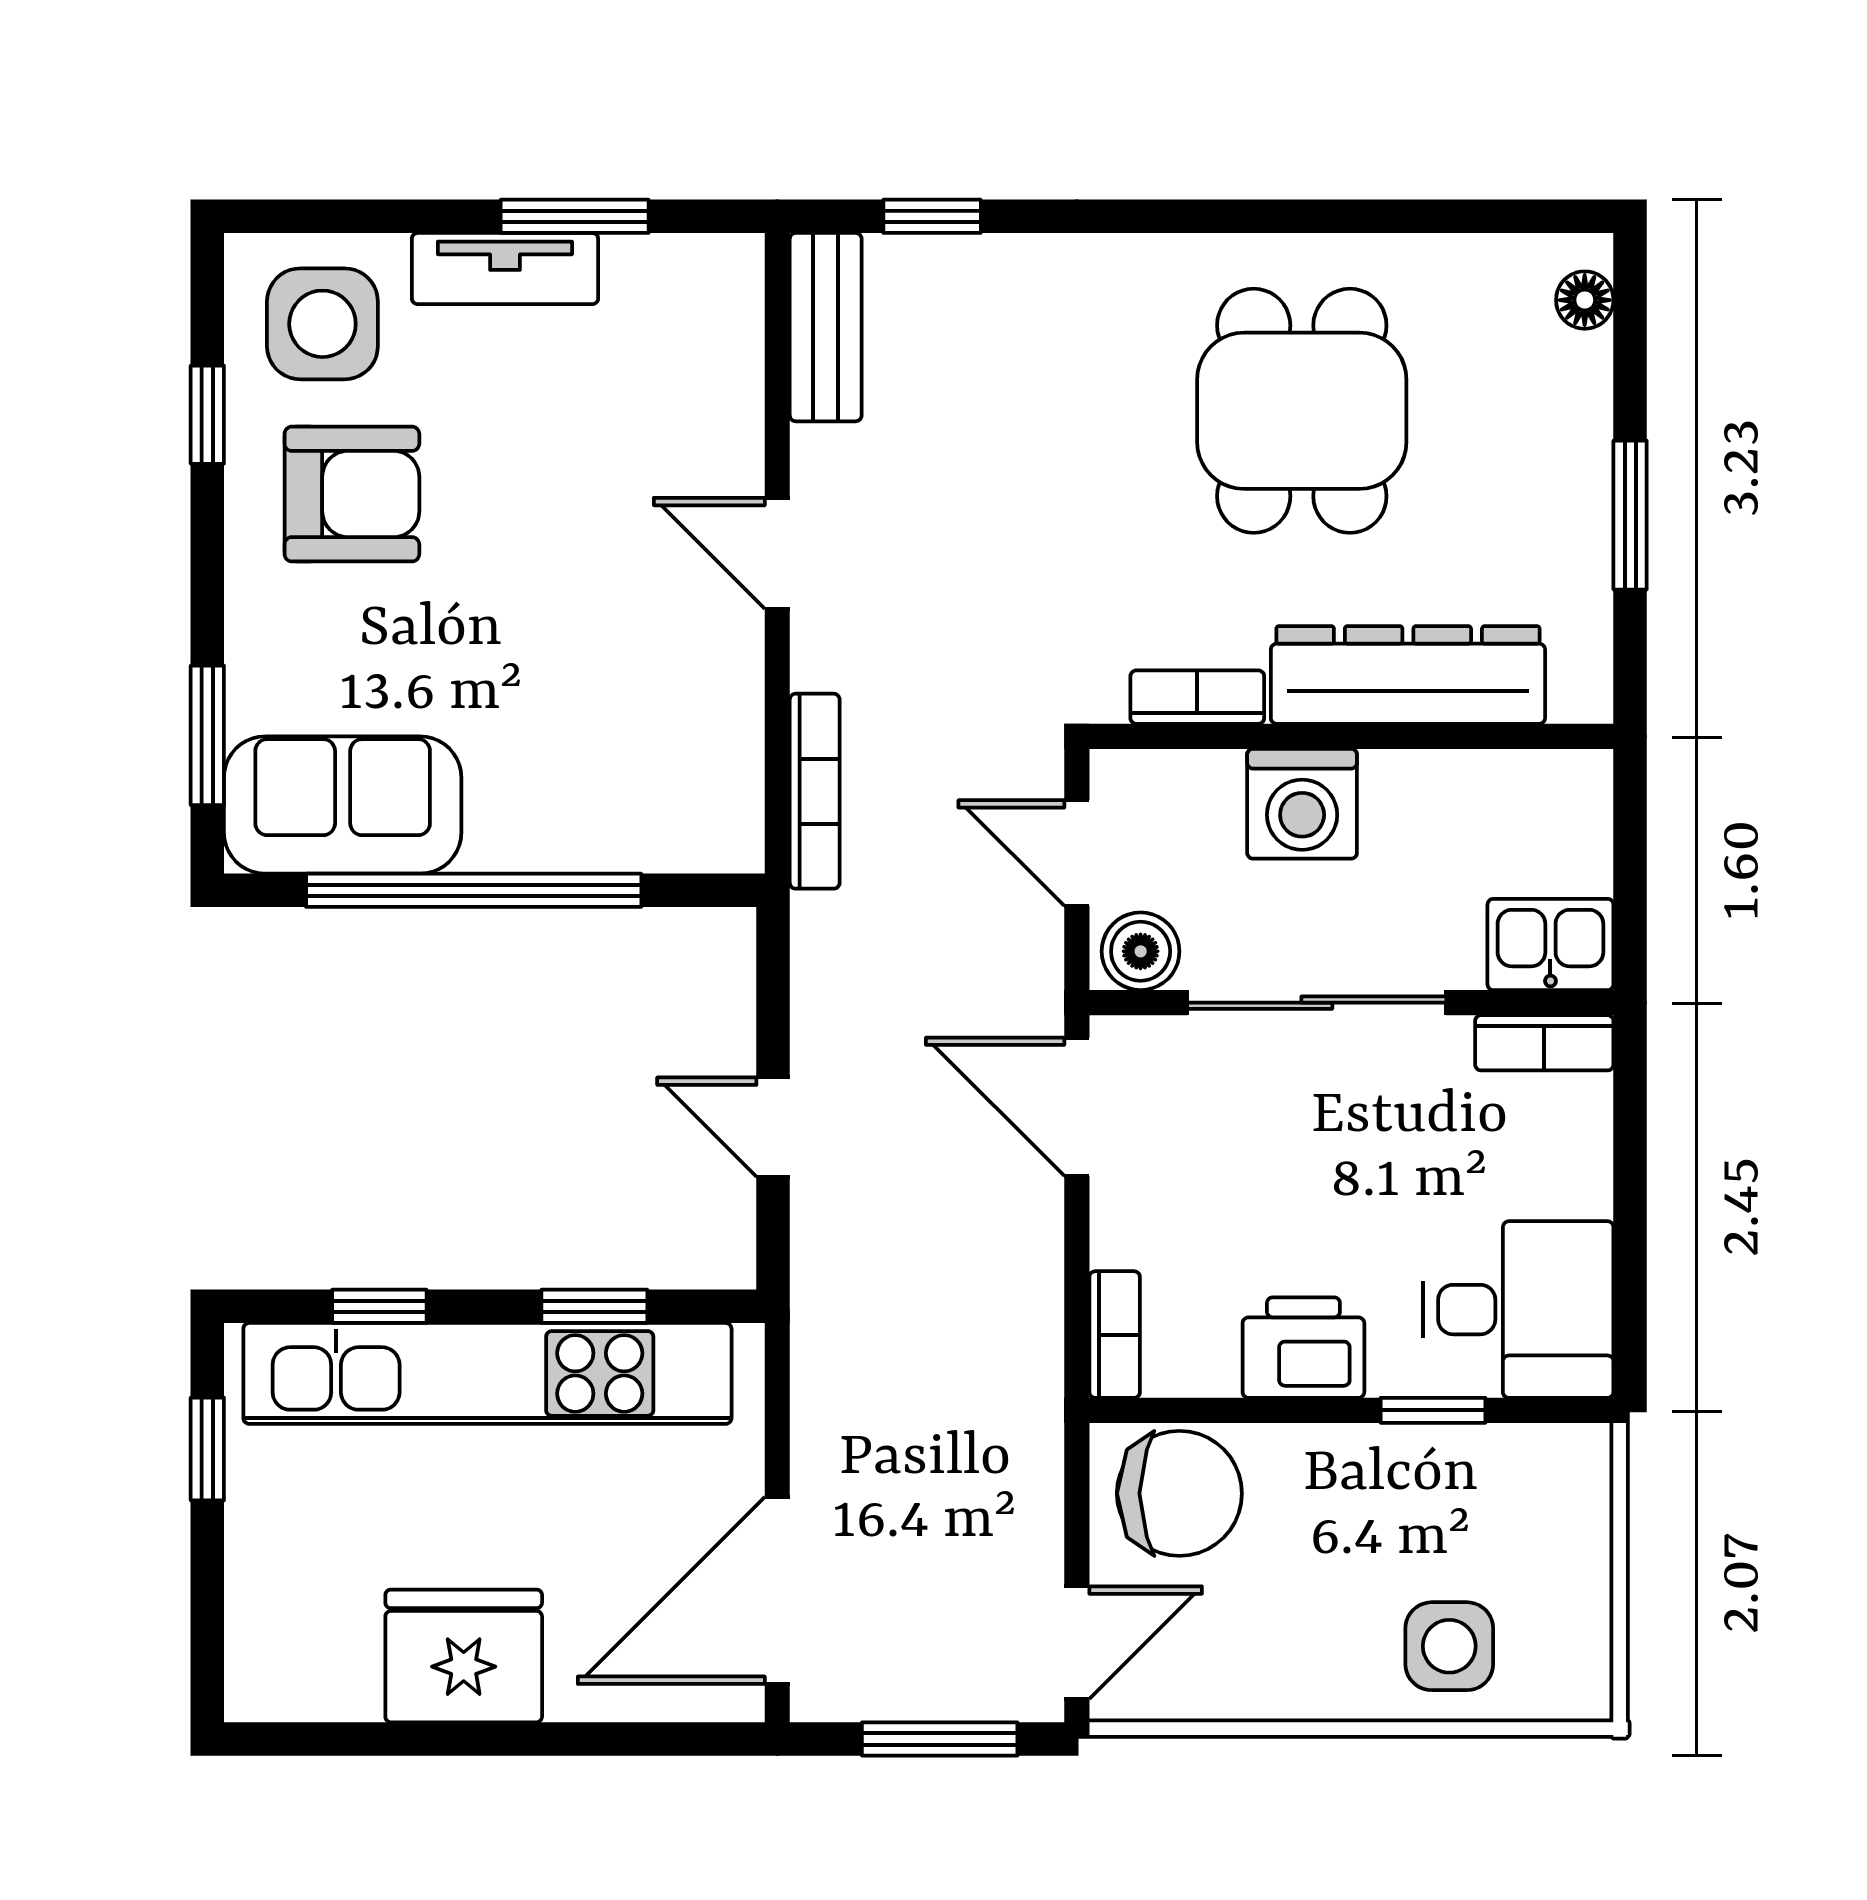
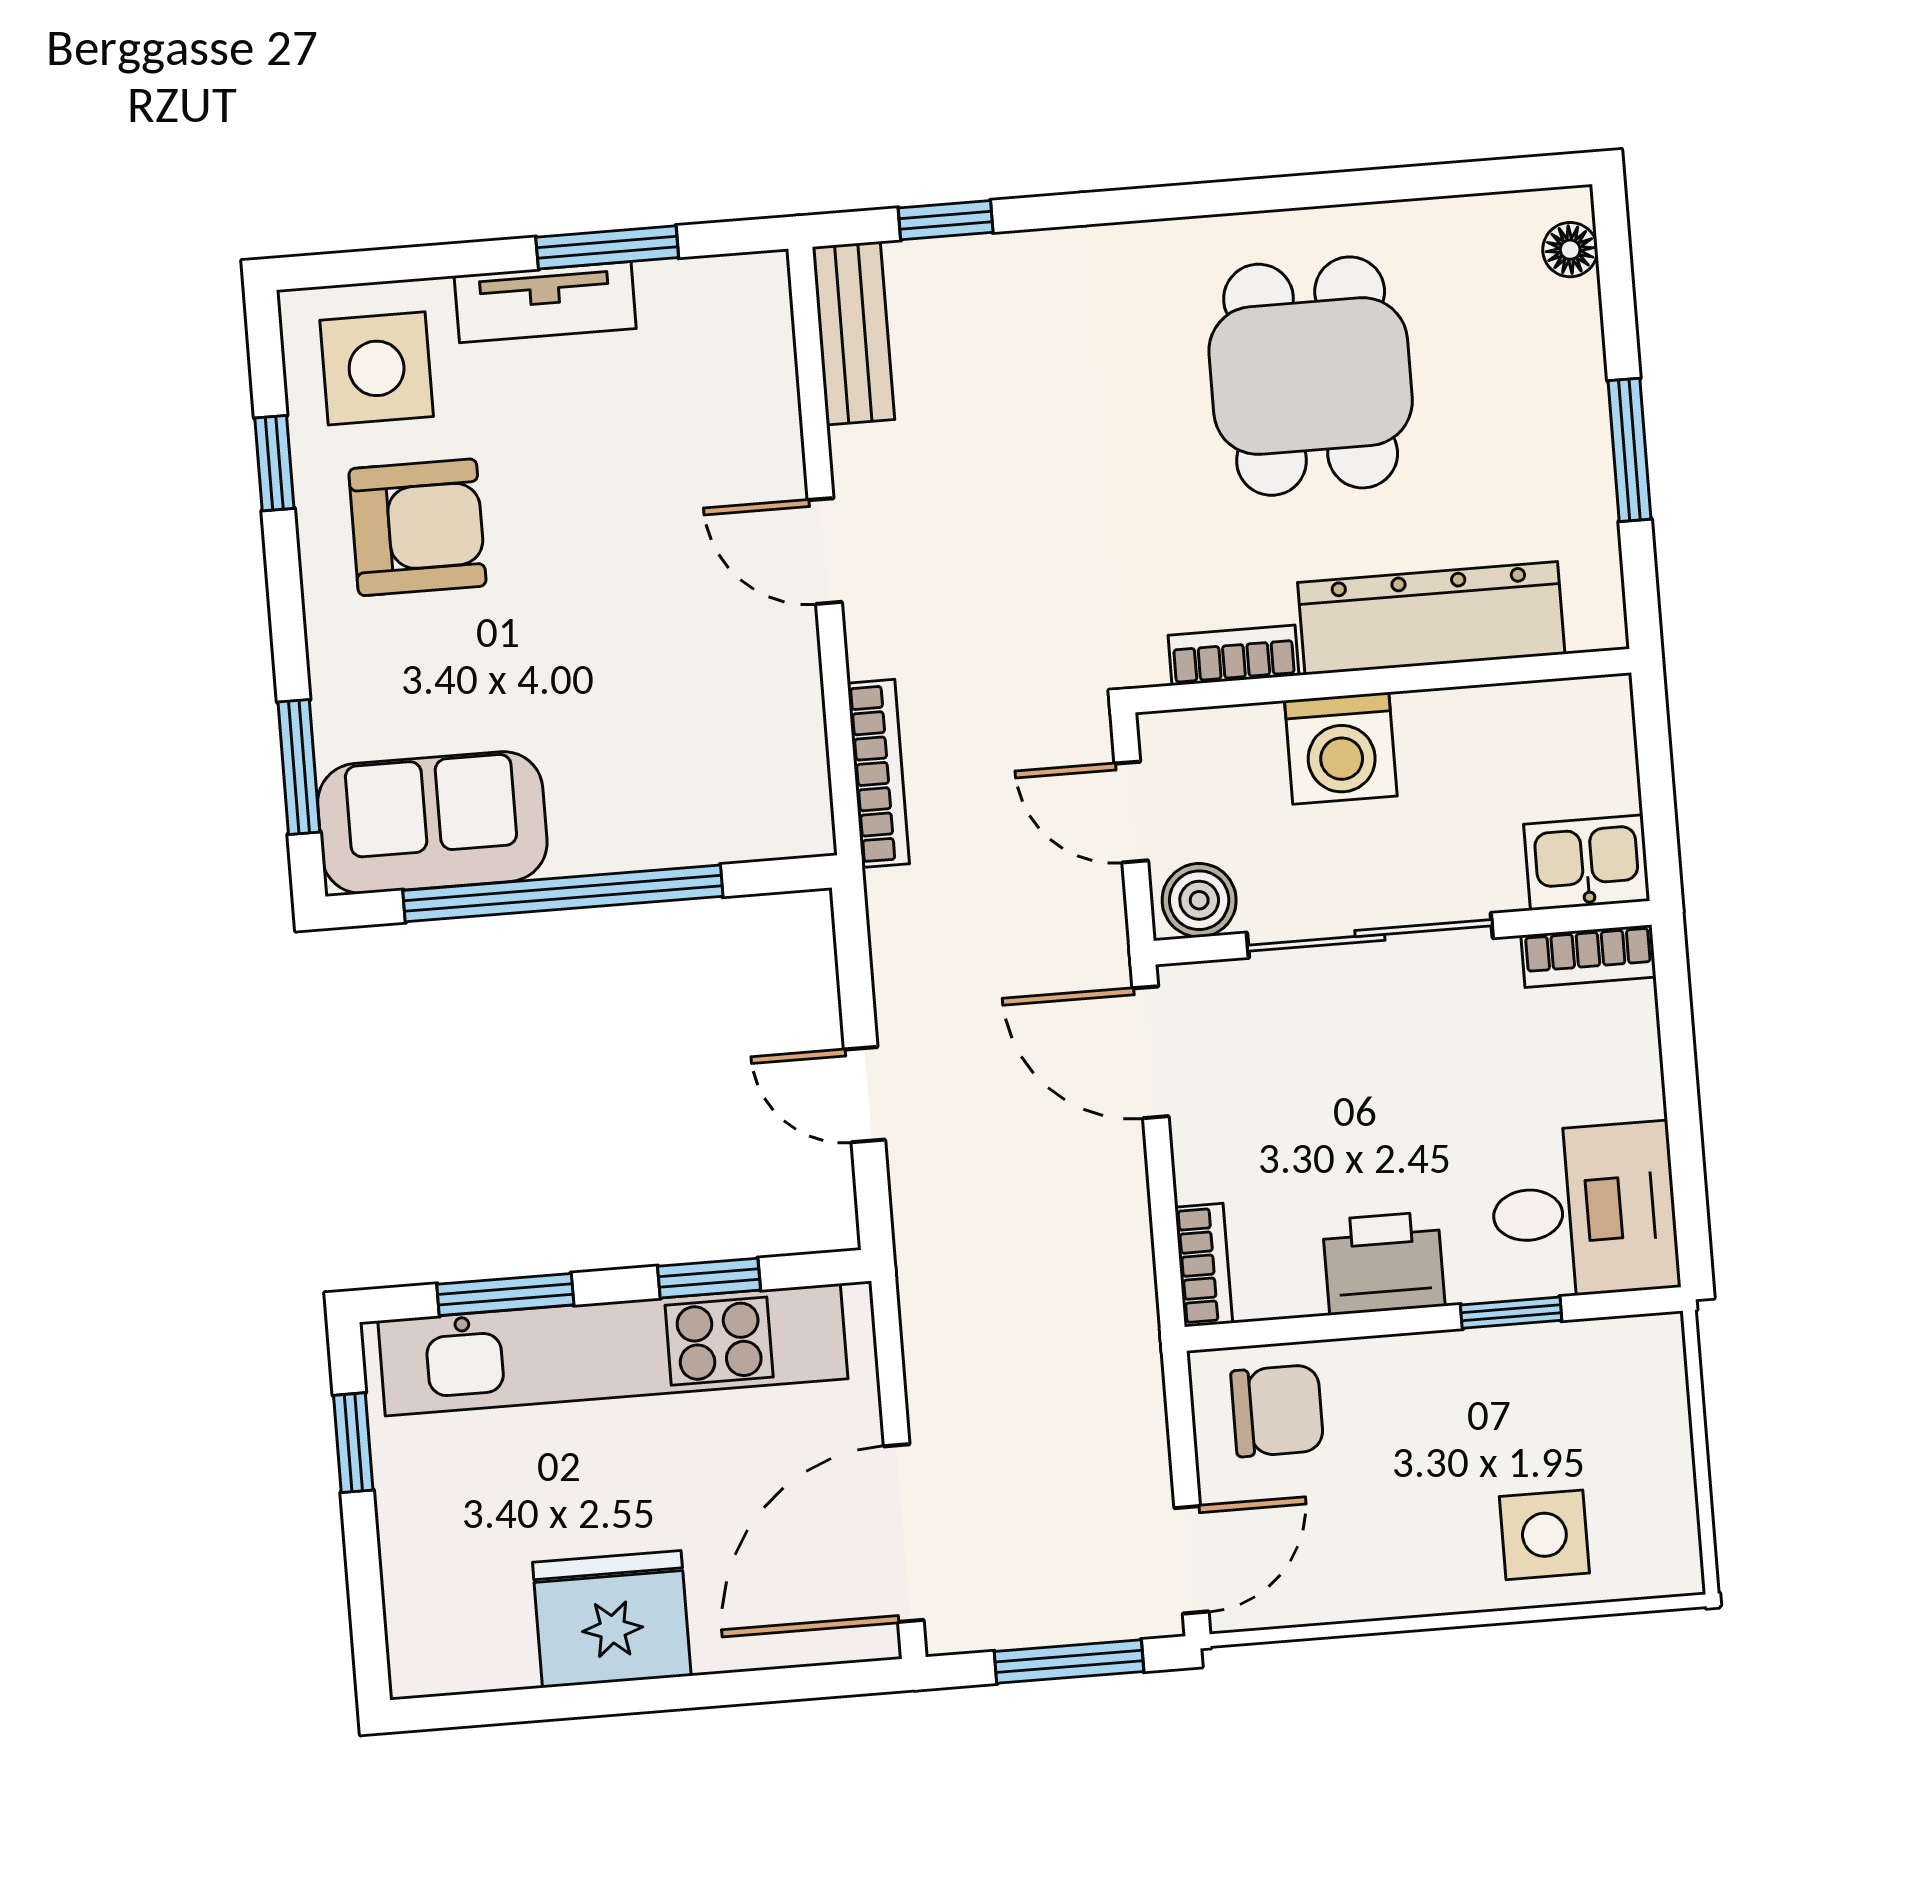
window: (379, 1306) -> (505, 1294), width x1.50
chair: (1179, 1493) -> (1277, 1411), width x0.73, depth x0.73

